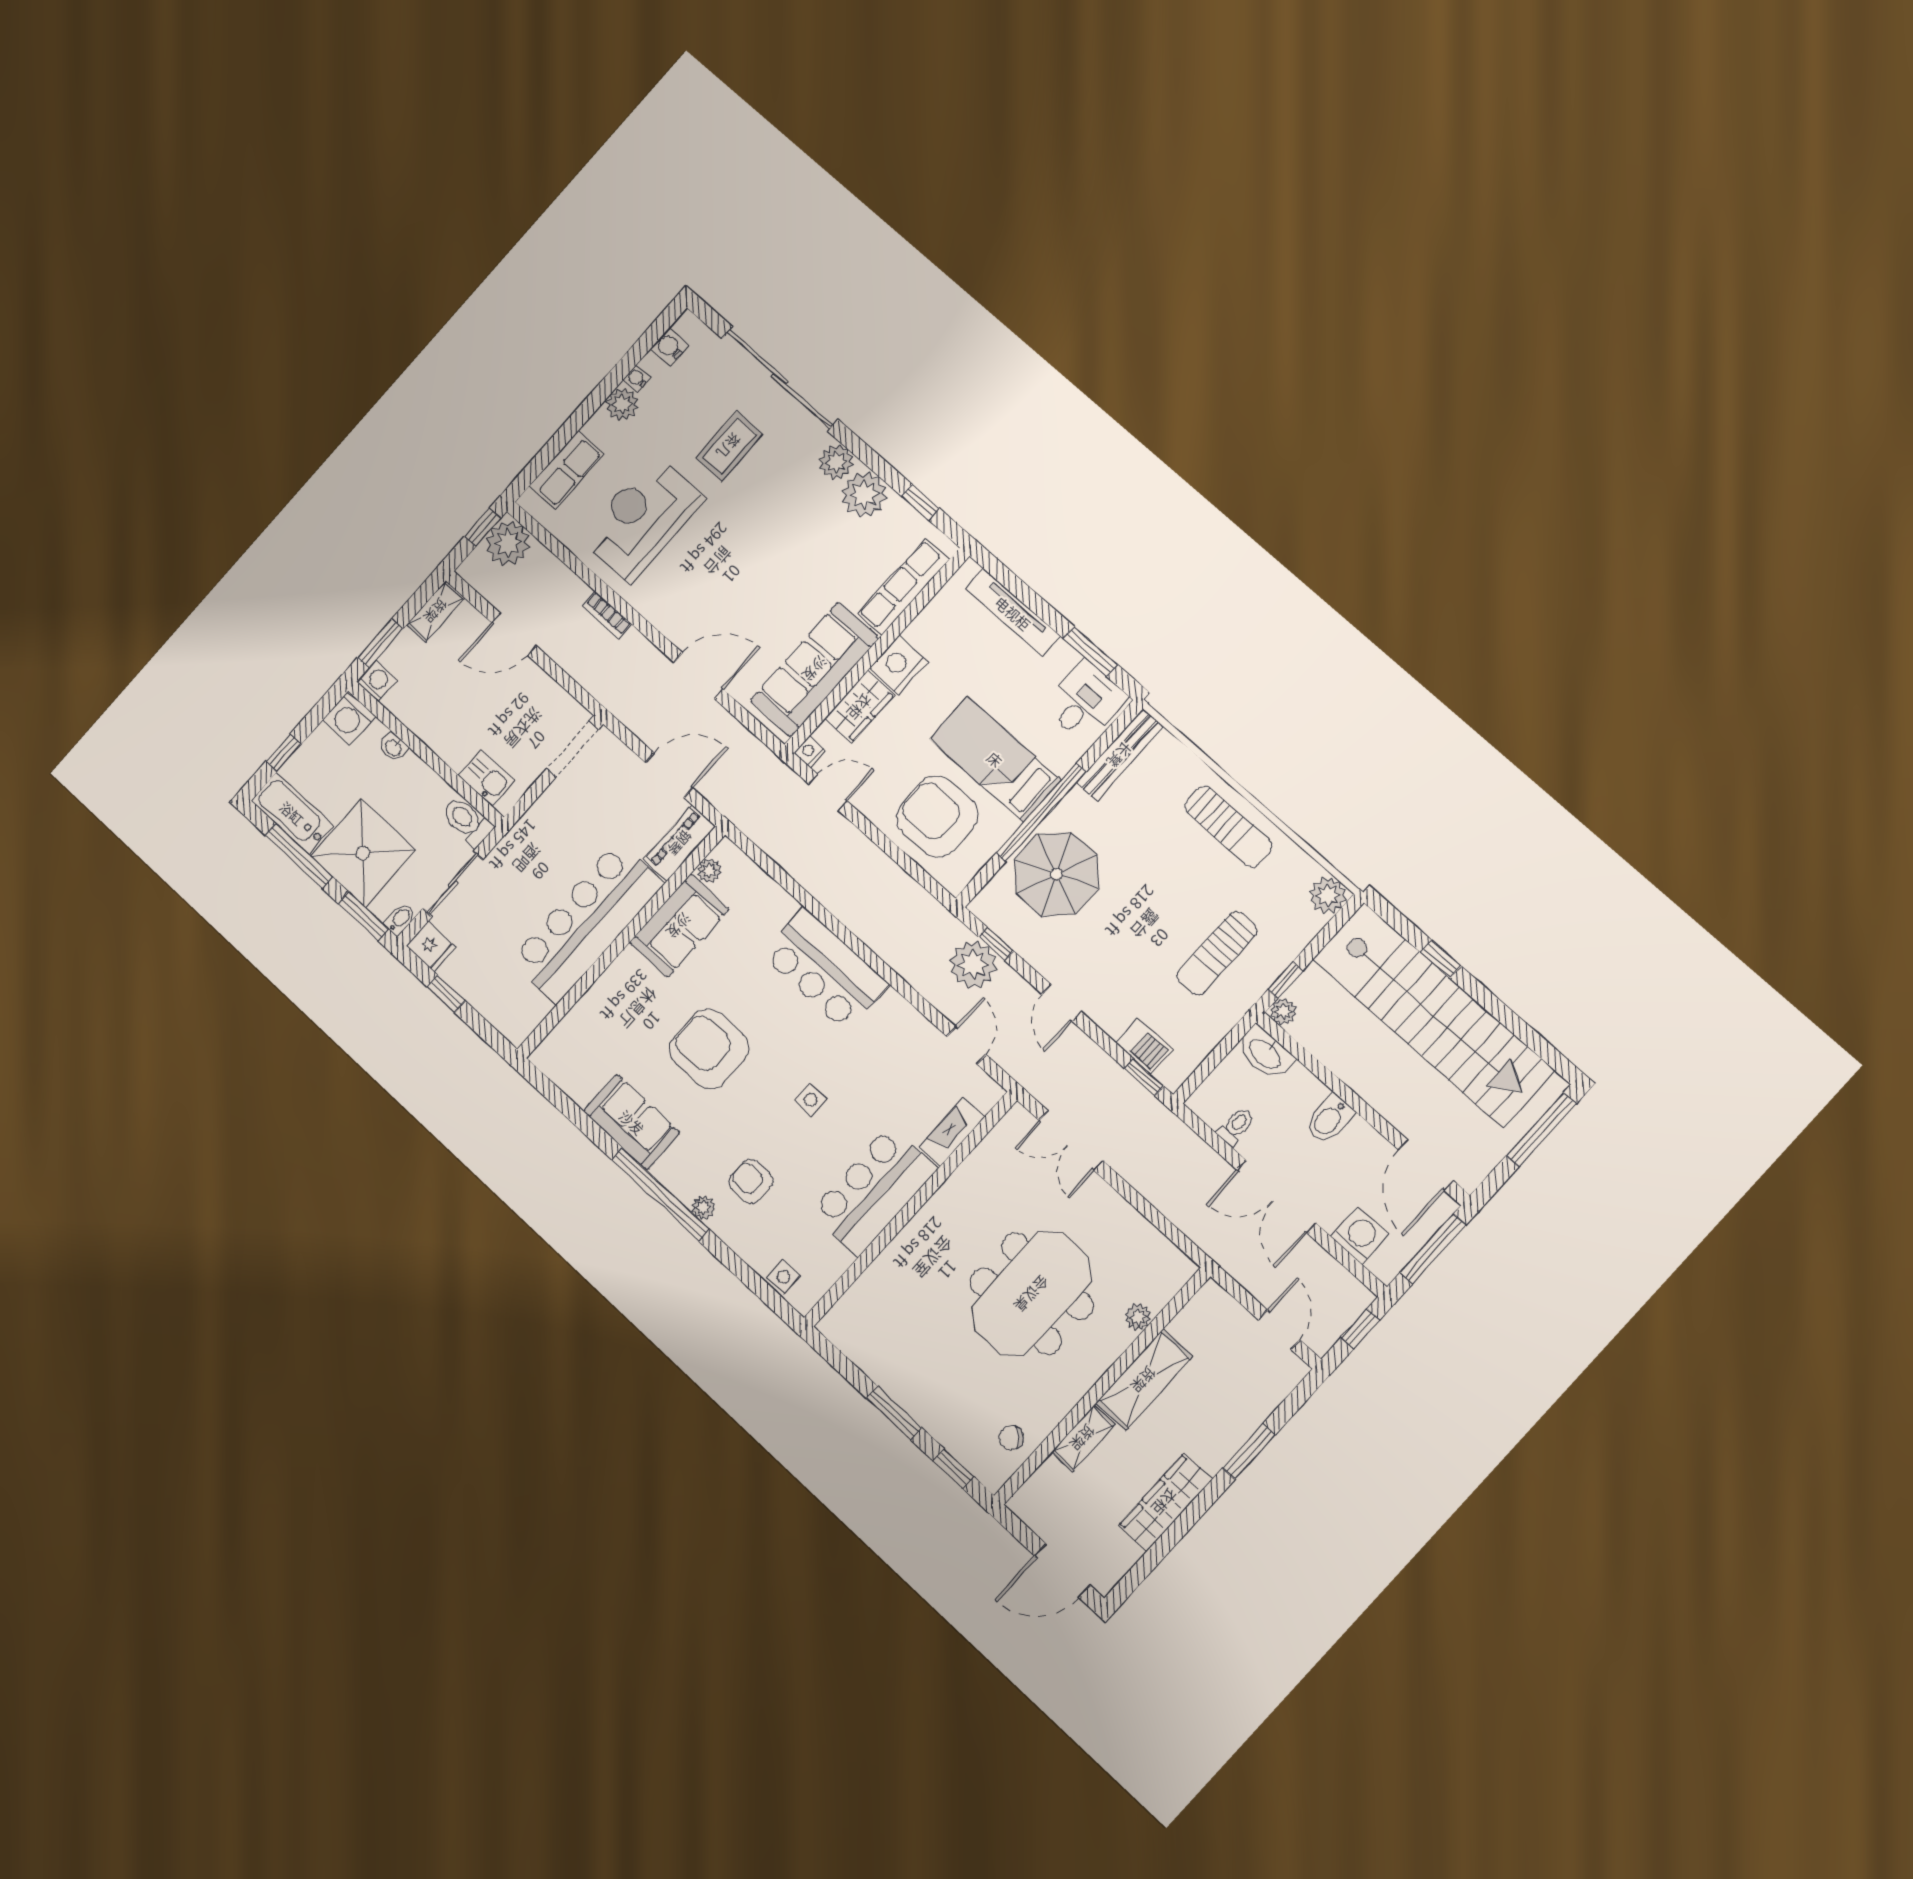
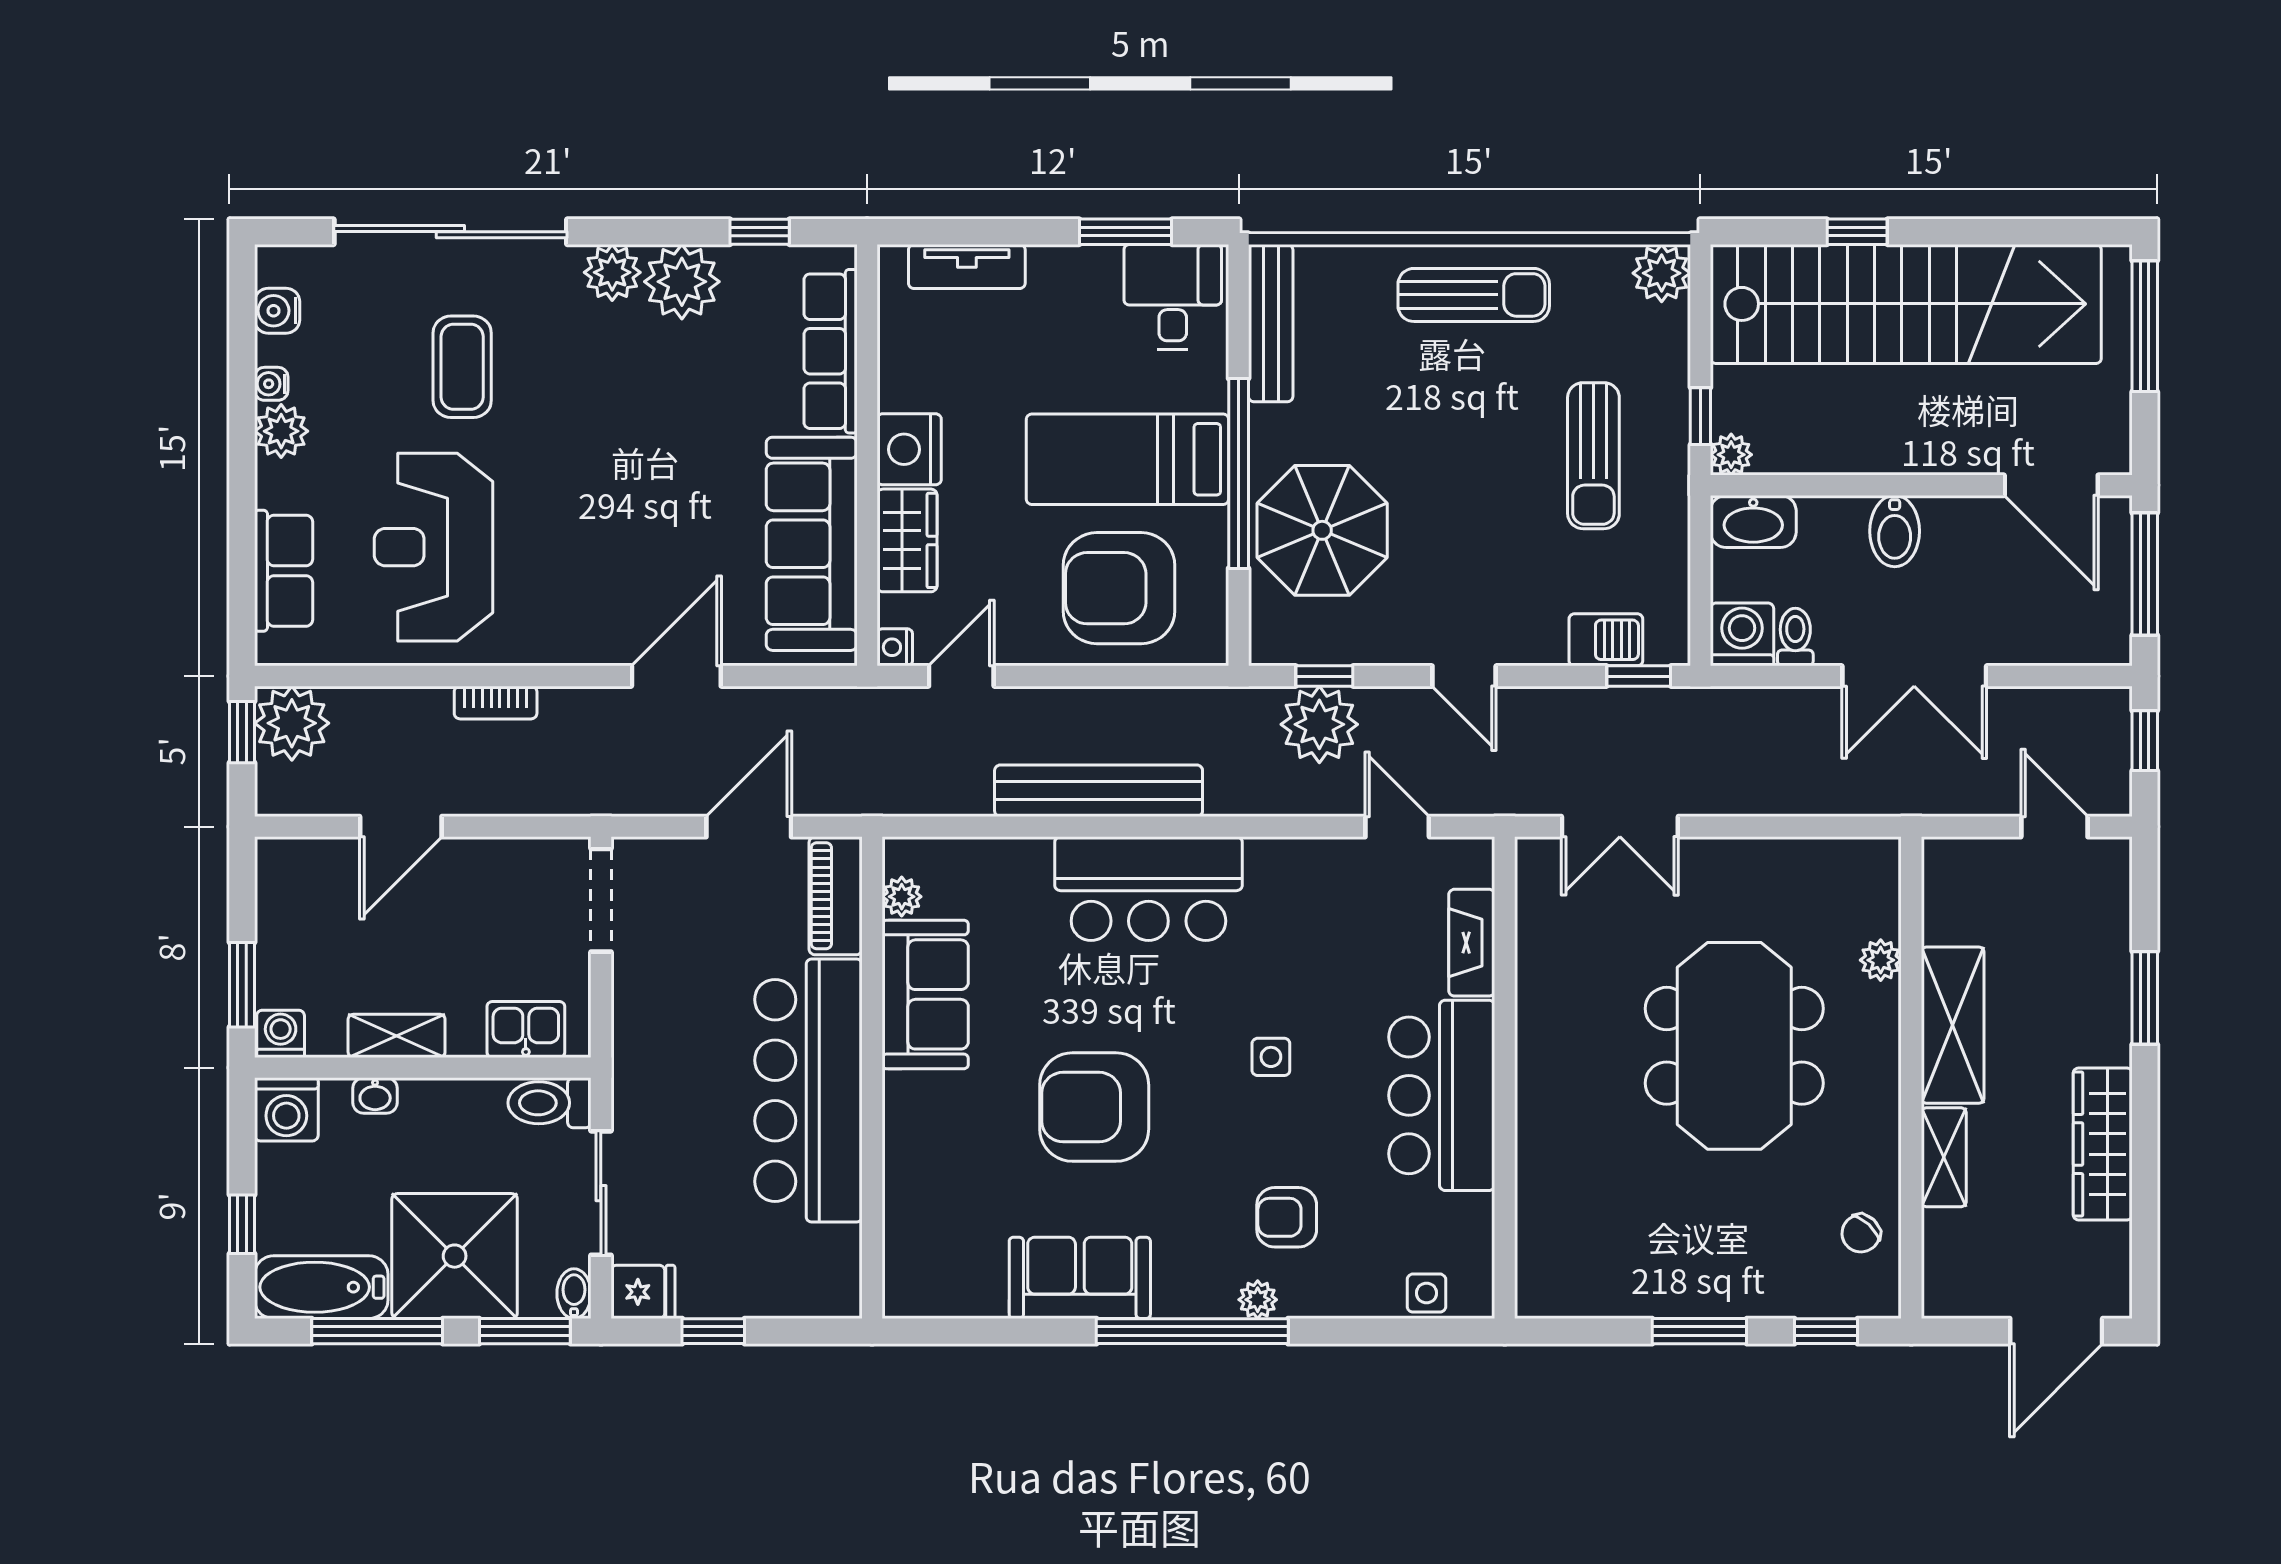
shelving: (436, 611) -> (397, 1036), moved, turned 90
tv unit: (1013, 613) -> (967, 267), width x0.71
bench: (843, 903) -> (1099, 791), added
washing machine: (1360, 1235) -> (1742, 634), moved

